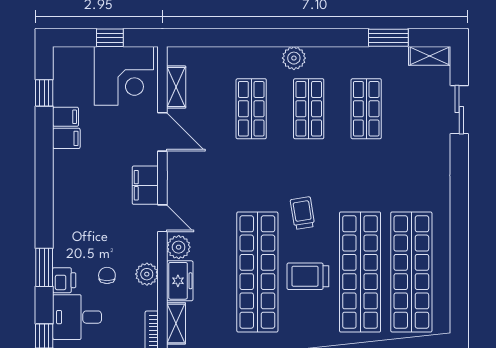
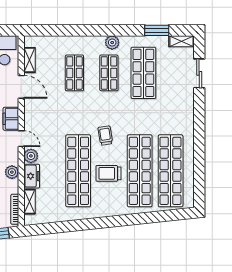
plant: (294, 58) -> (112, 43), moved
shop shelf: (366, 109) -> (143, 73), width x1.43, depth x1.36

